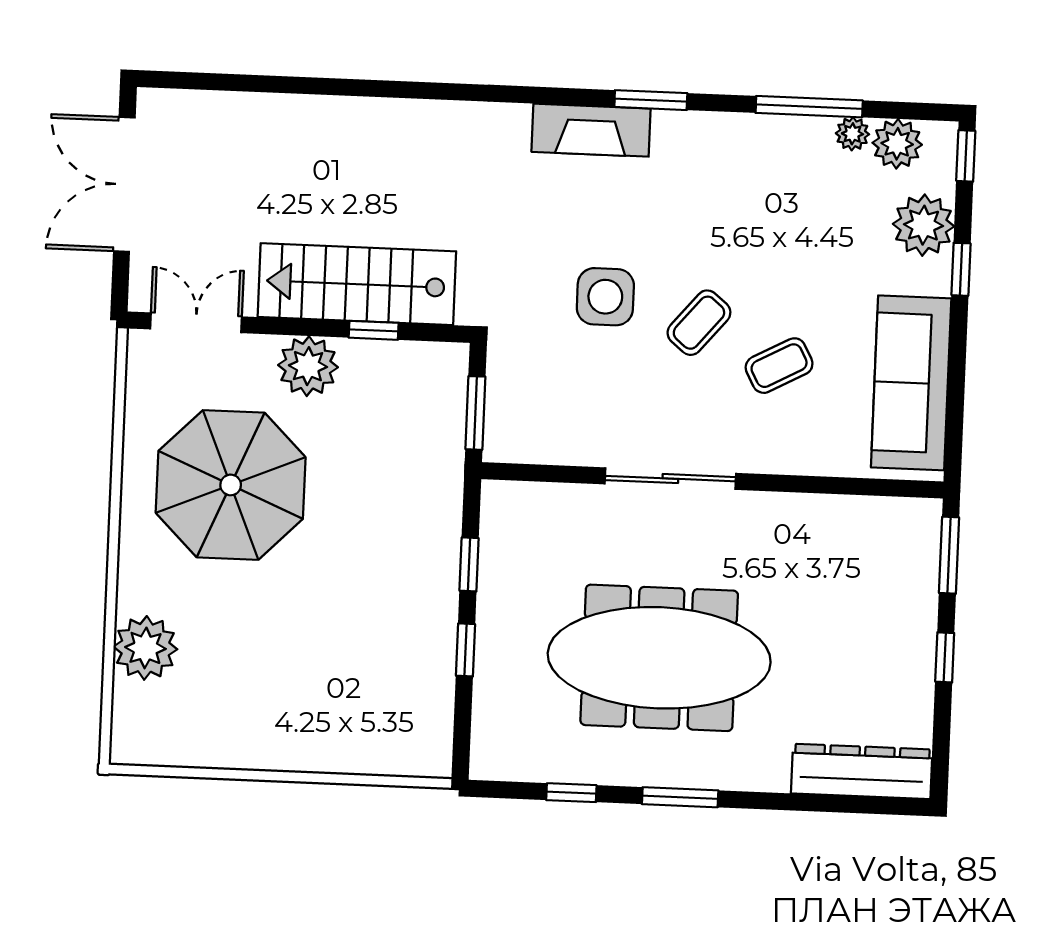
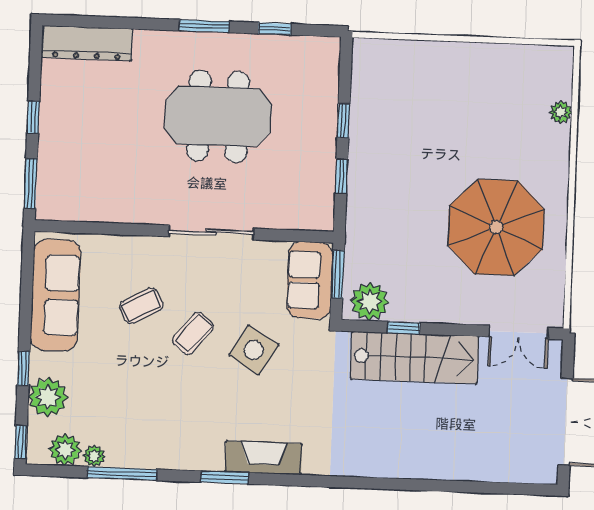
side table: (605, 297) -> (254, 350), turned 32
plant: (308, 366) -> (370, 301), moved
sofa: (519, 404) -> (310, 280), added
plant: (145, 648) -> (561, 112), width x0.53, depth x0.53
meeting table: (659, 658) -> (218, 116), width x0.73

